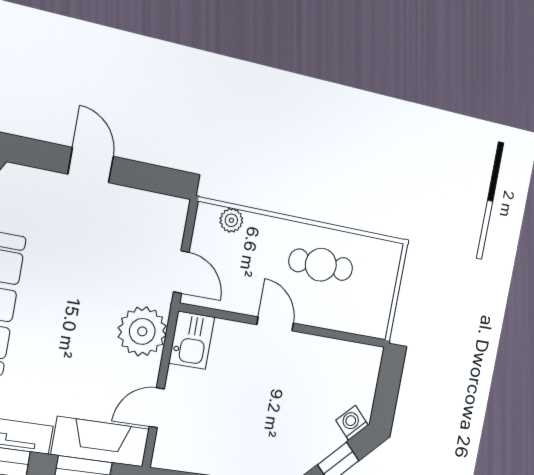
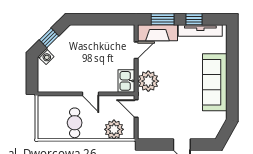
plant: (231, 220) -> (114, 129), width x1.87, depth x1.87
cafe table: (321, 265) -> (75, 123), turned 90

